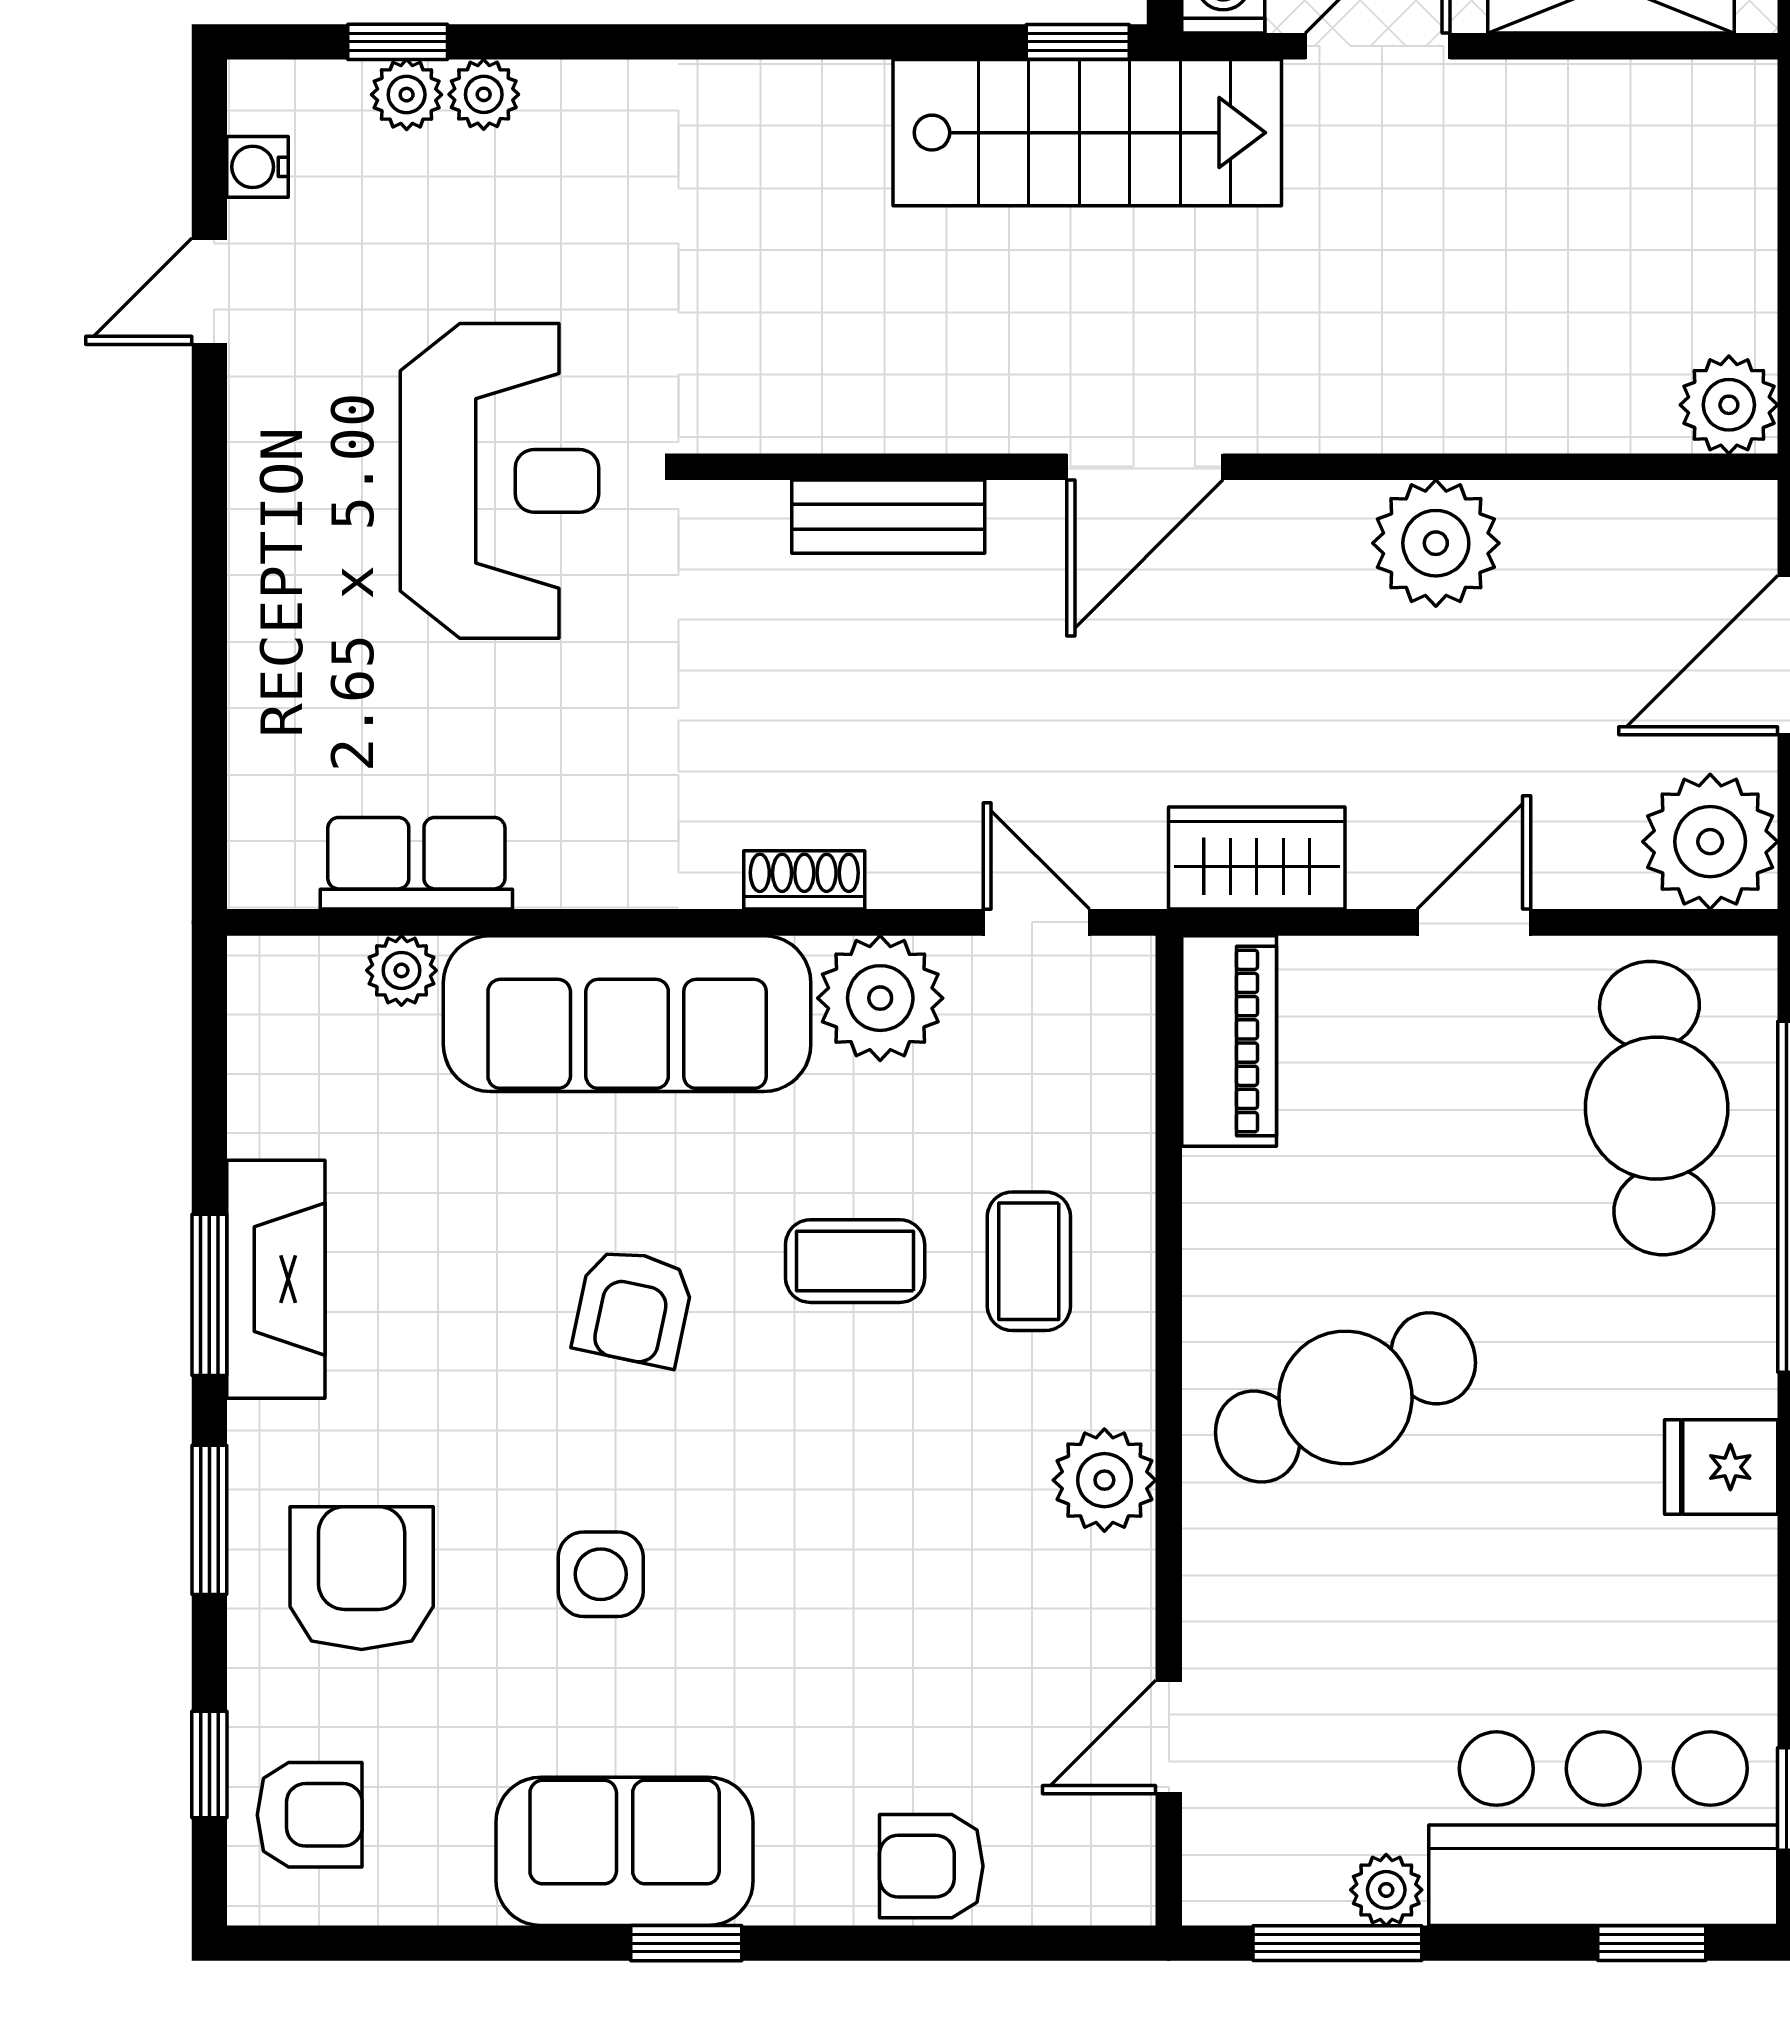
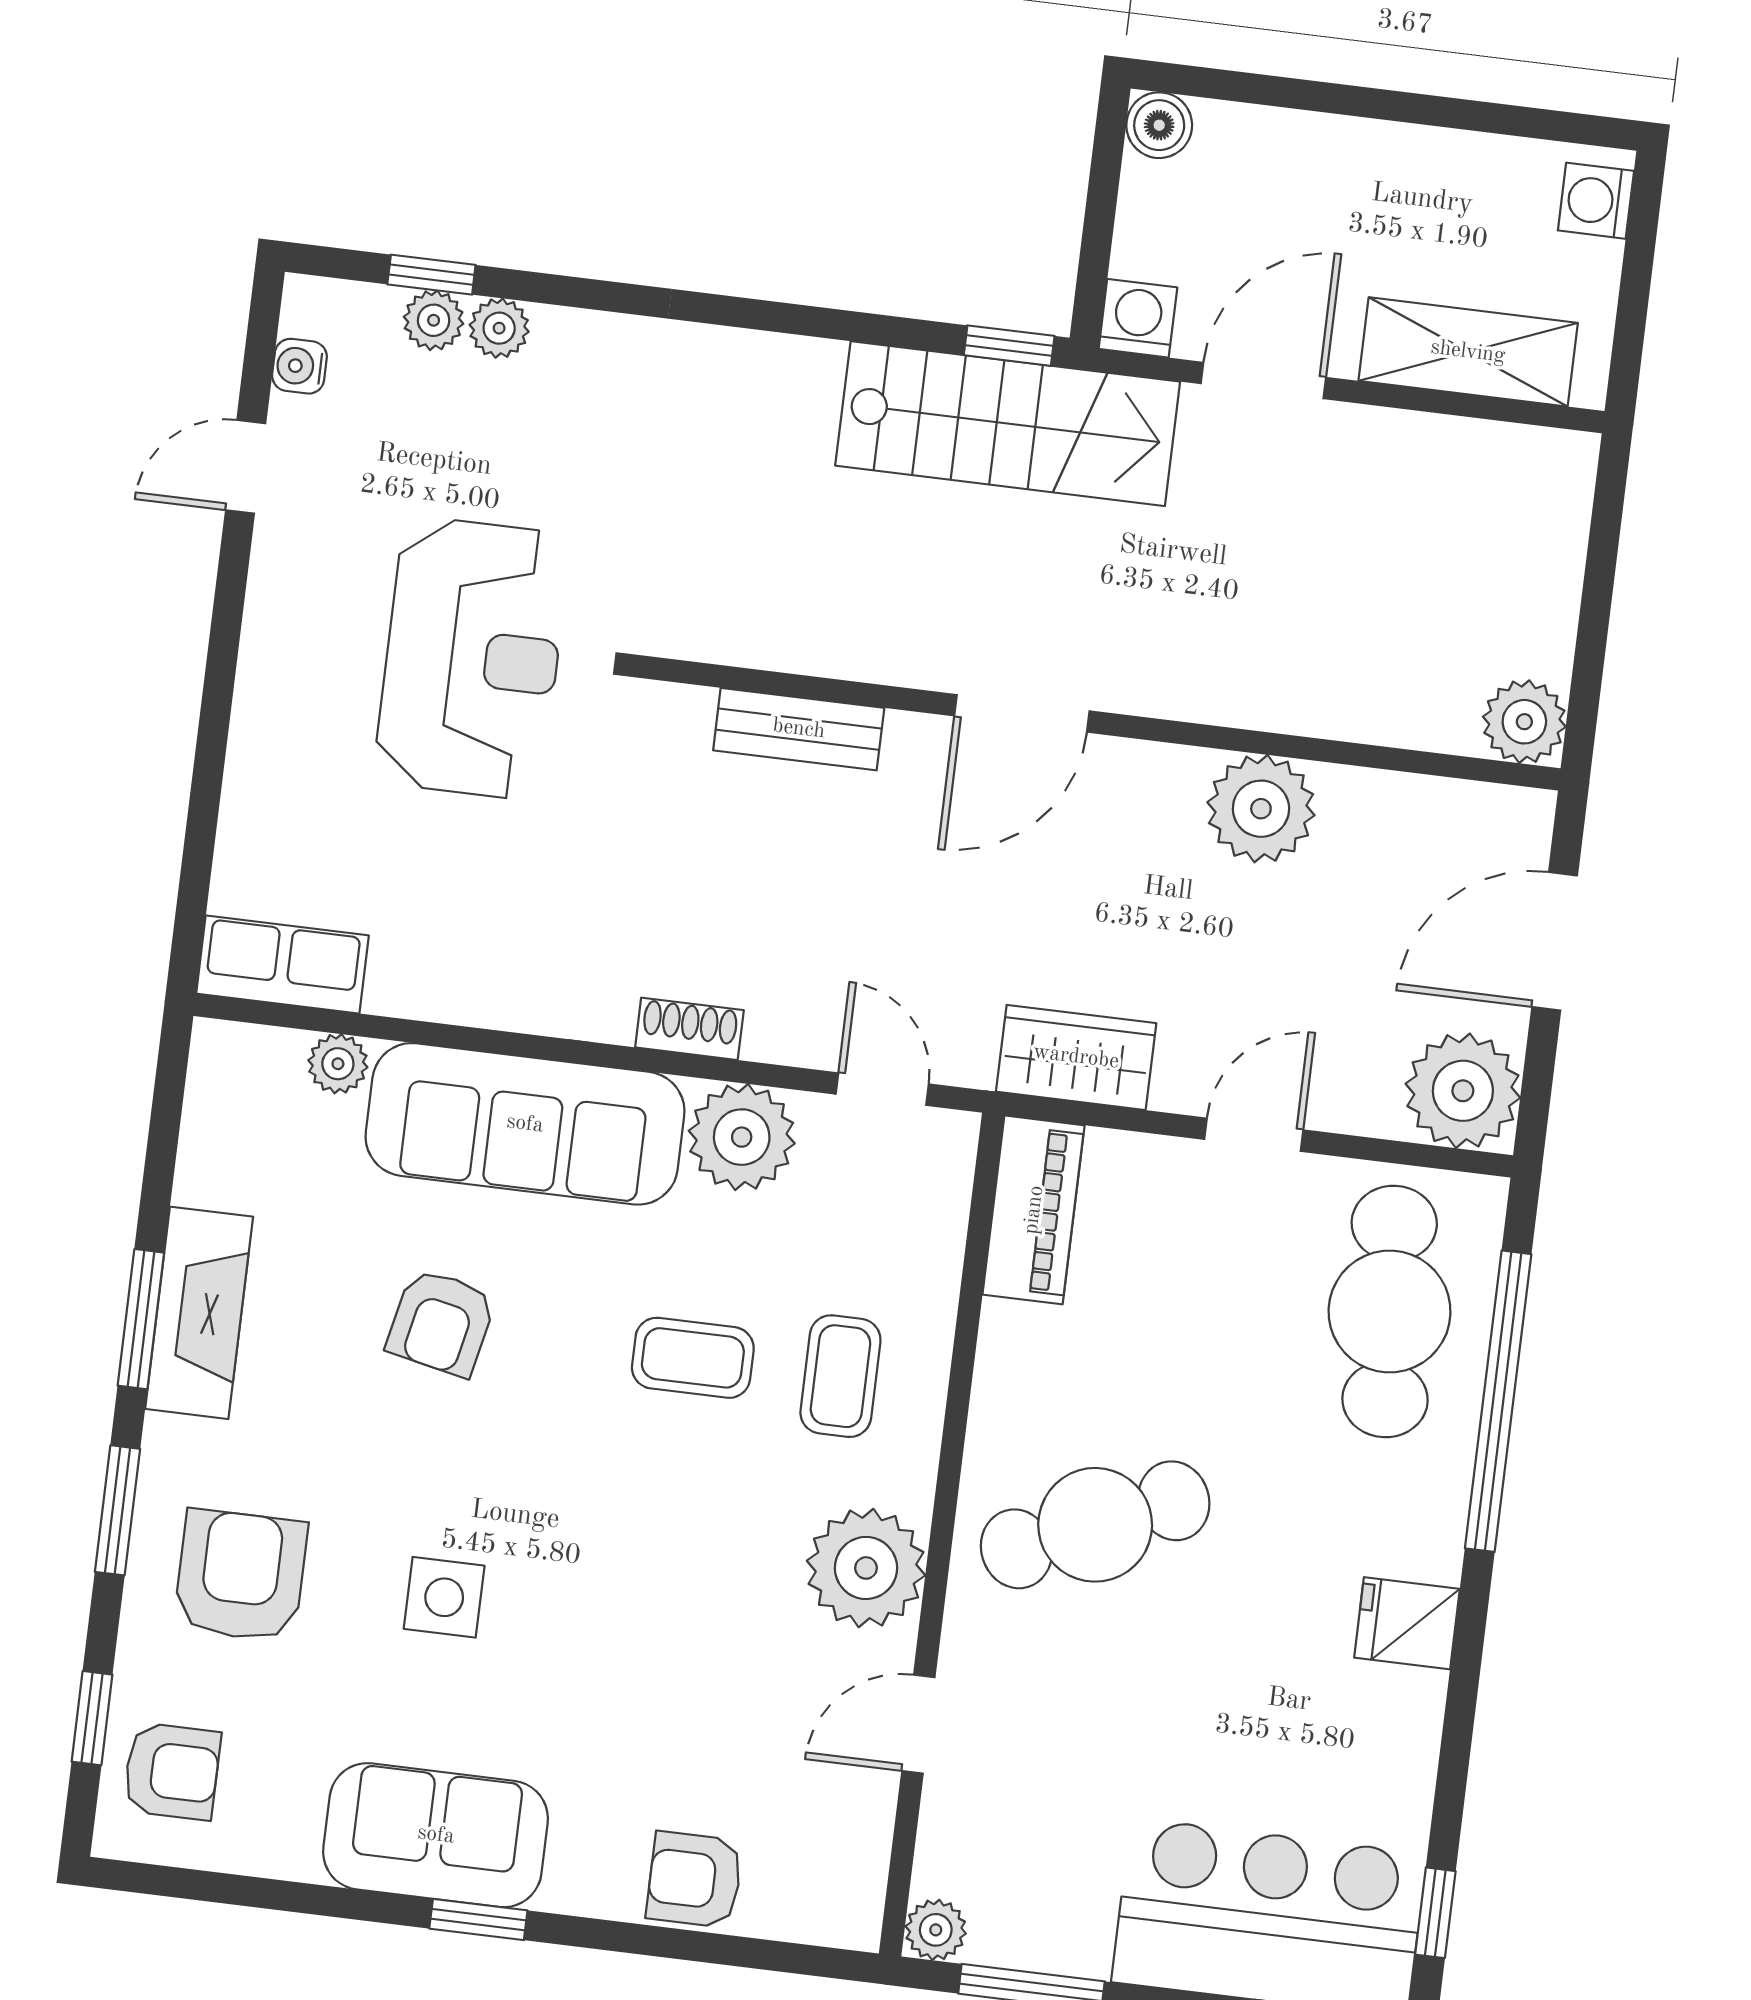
row of seats: (416, 863) -> (282, 965), moved
armchair: (633, 1307) -> (441, 1322), moved
plant: (1104, 1480) -> (866, 1568), width x1.36, depth x1.36
door: (1169, 1737) -> (918, 1724), moved
plant: (1386, 1890) -> (936, 1930), moved

